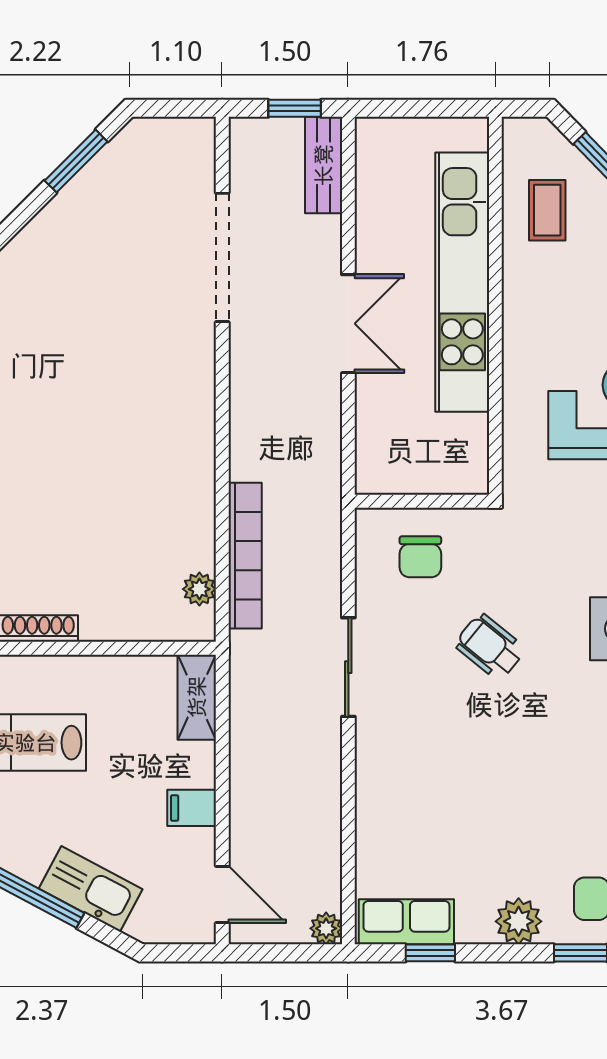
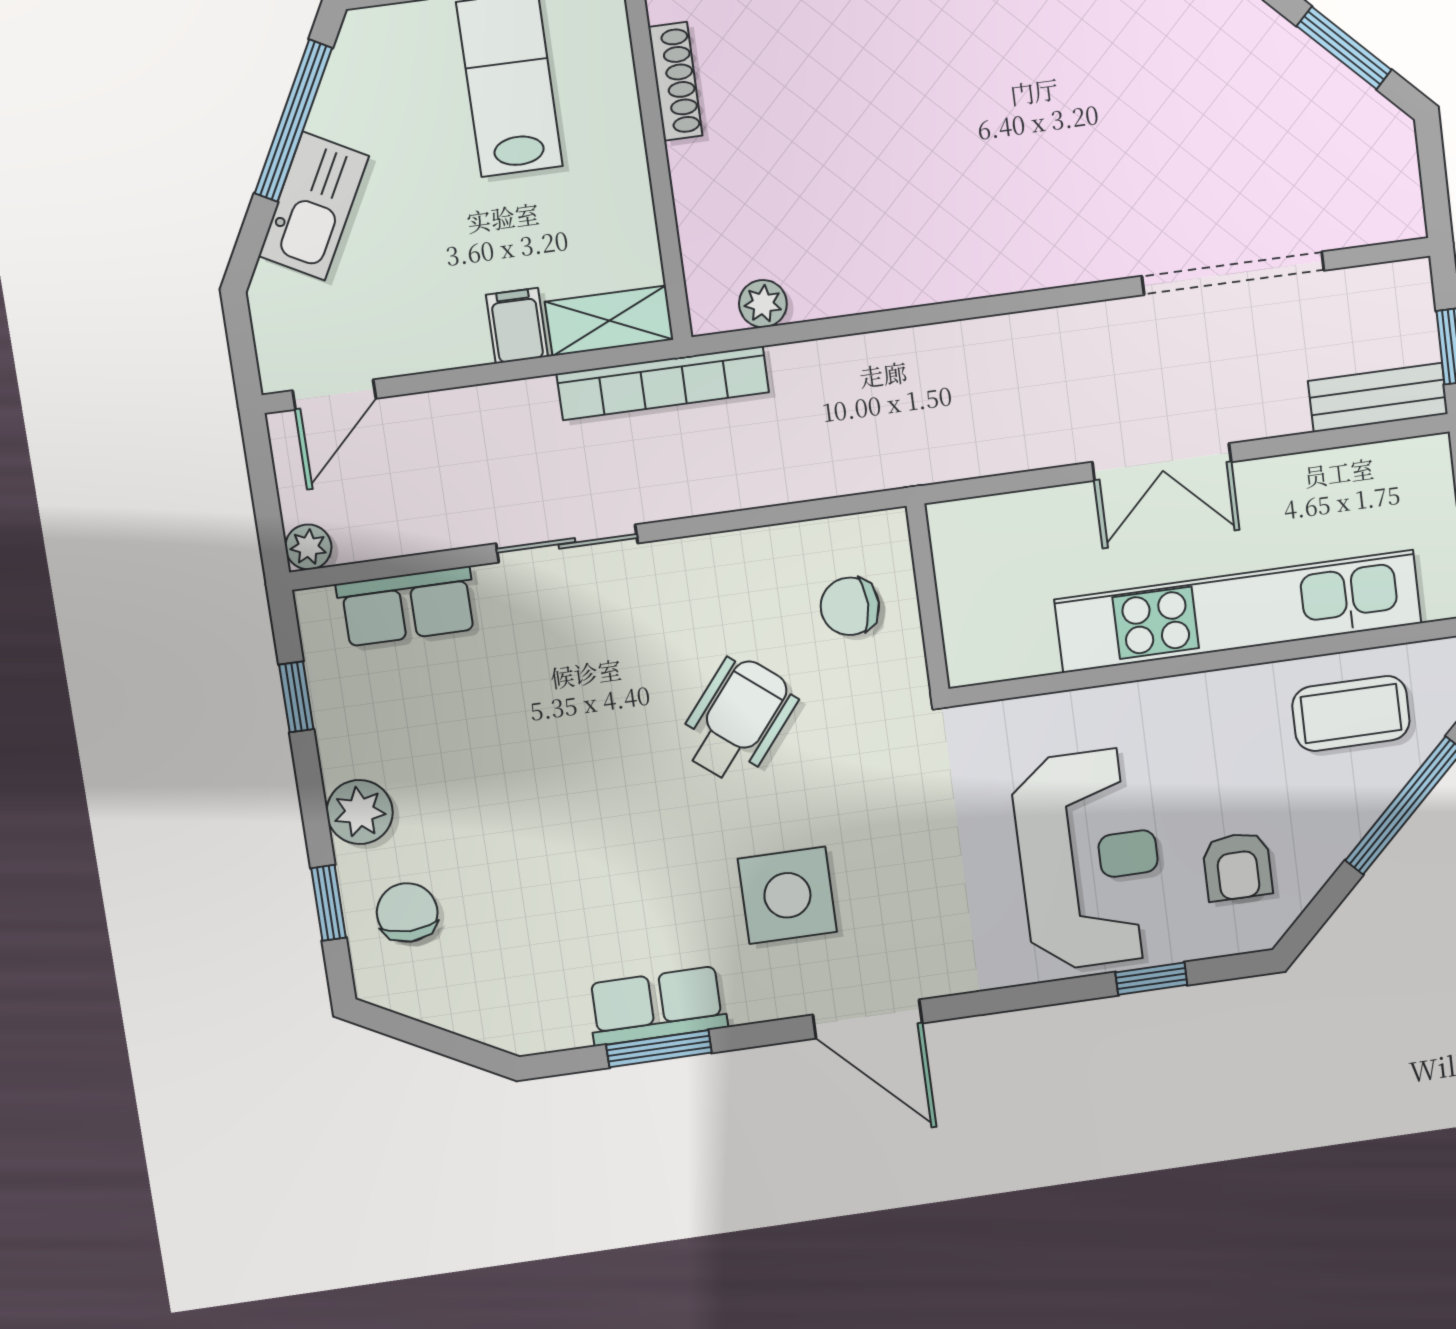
coffee table: (547, 210) -> (1351, 713), width x1.36, depth x1.30
bookcase: (245, 556) -> (663, 383), moved
wheelchair: (490, 647) -> (737, 720), width x1.36, depth x1.37
sliding door: (348, 667) -> (567, 543), moved
filing cabinet: (192, 808) -> (517, 326), moved
row of seats: (406, 922) -> (407, 607), moved, turned 90

